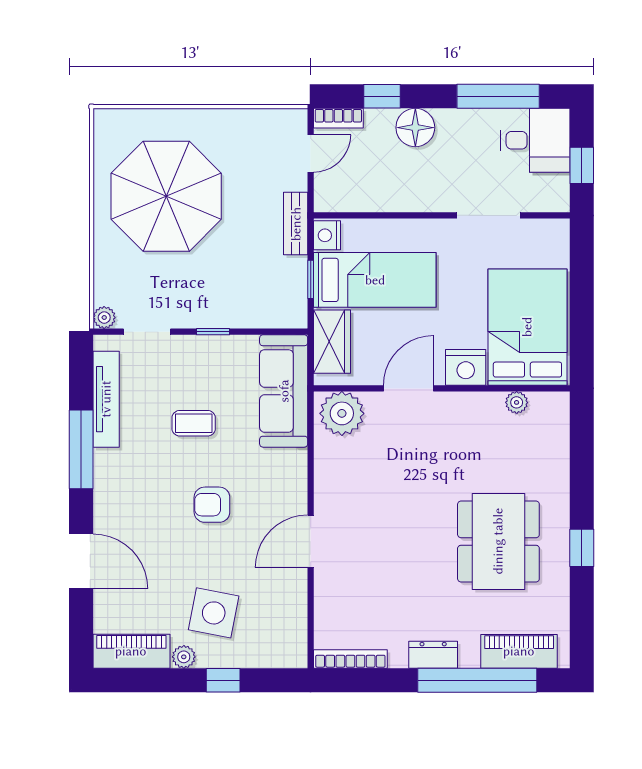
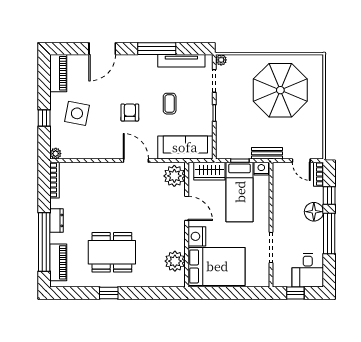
window: (498, 96) -> (329, 234), moved
plant: (517, 402) -> (175, 261), width x1.87, depth x1.87
door: (311, 541) -> (136, 161), moved
plant: (184, 657) -> (56, 154), moved

